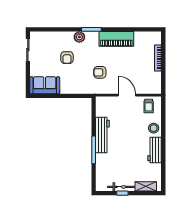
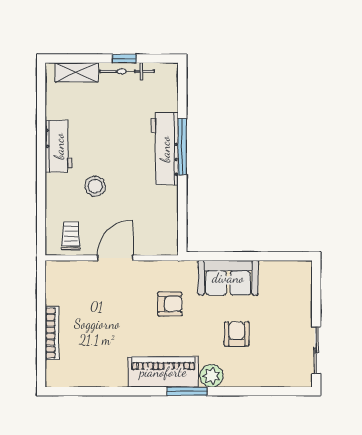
piano: (116, 39) -> (163, 372), moved
sofa: (45, 85) -> (228, 278), moved
door: (127, 95) -> (115, 258), swing flipped
stool: (154, 128) -> (95, 186), moved
workbench: (102, 135) -> (165, 149), moved

